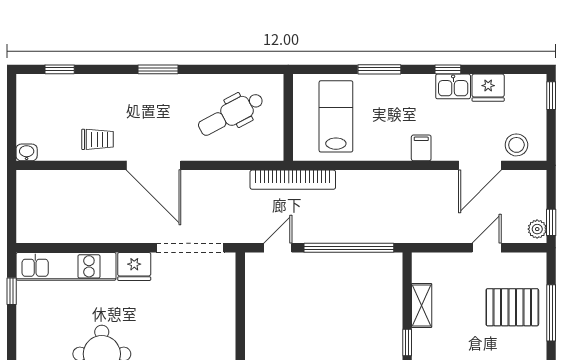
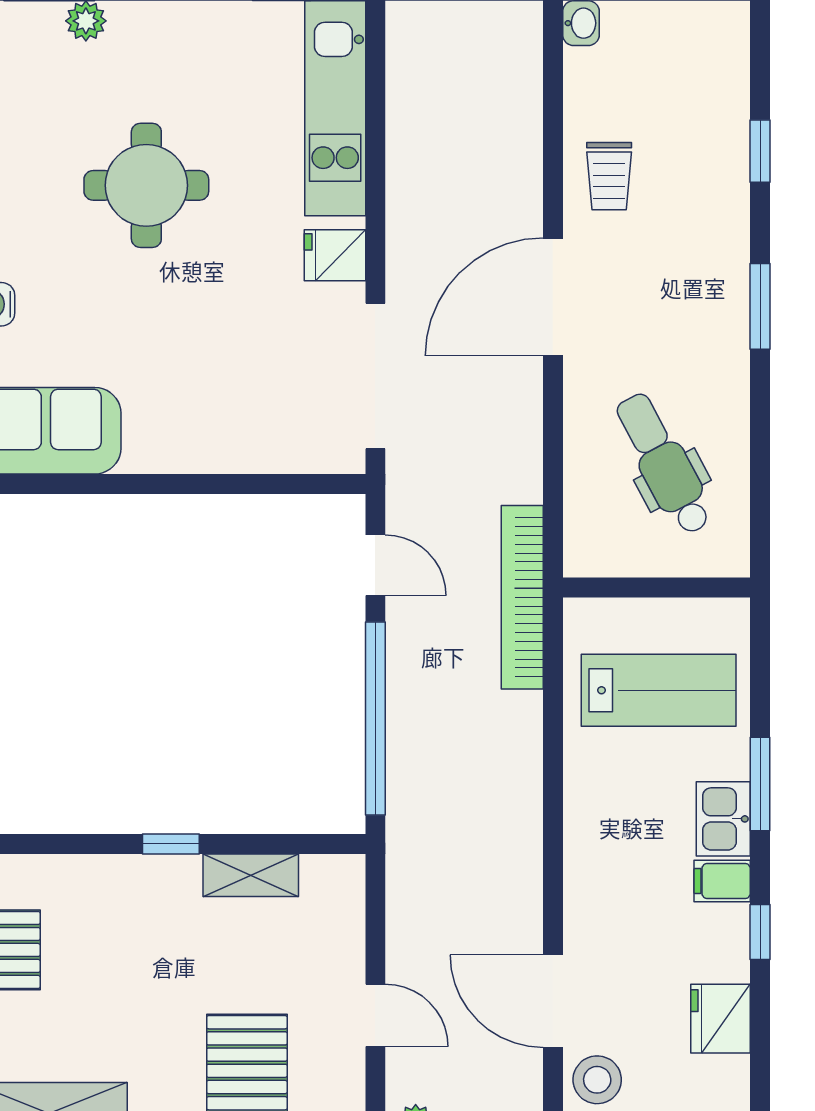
window: (60, 69) -> (760, 151), moved
kitchen sink: (453, 86) -> (723, 819), moved
filing cabinet: (421, 148) -> (722, 881), moved, turned 180
fridge: (134, 266) -> (335, 255), width x0.72

